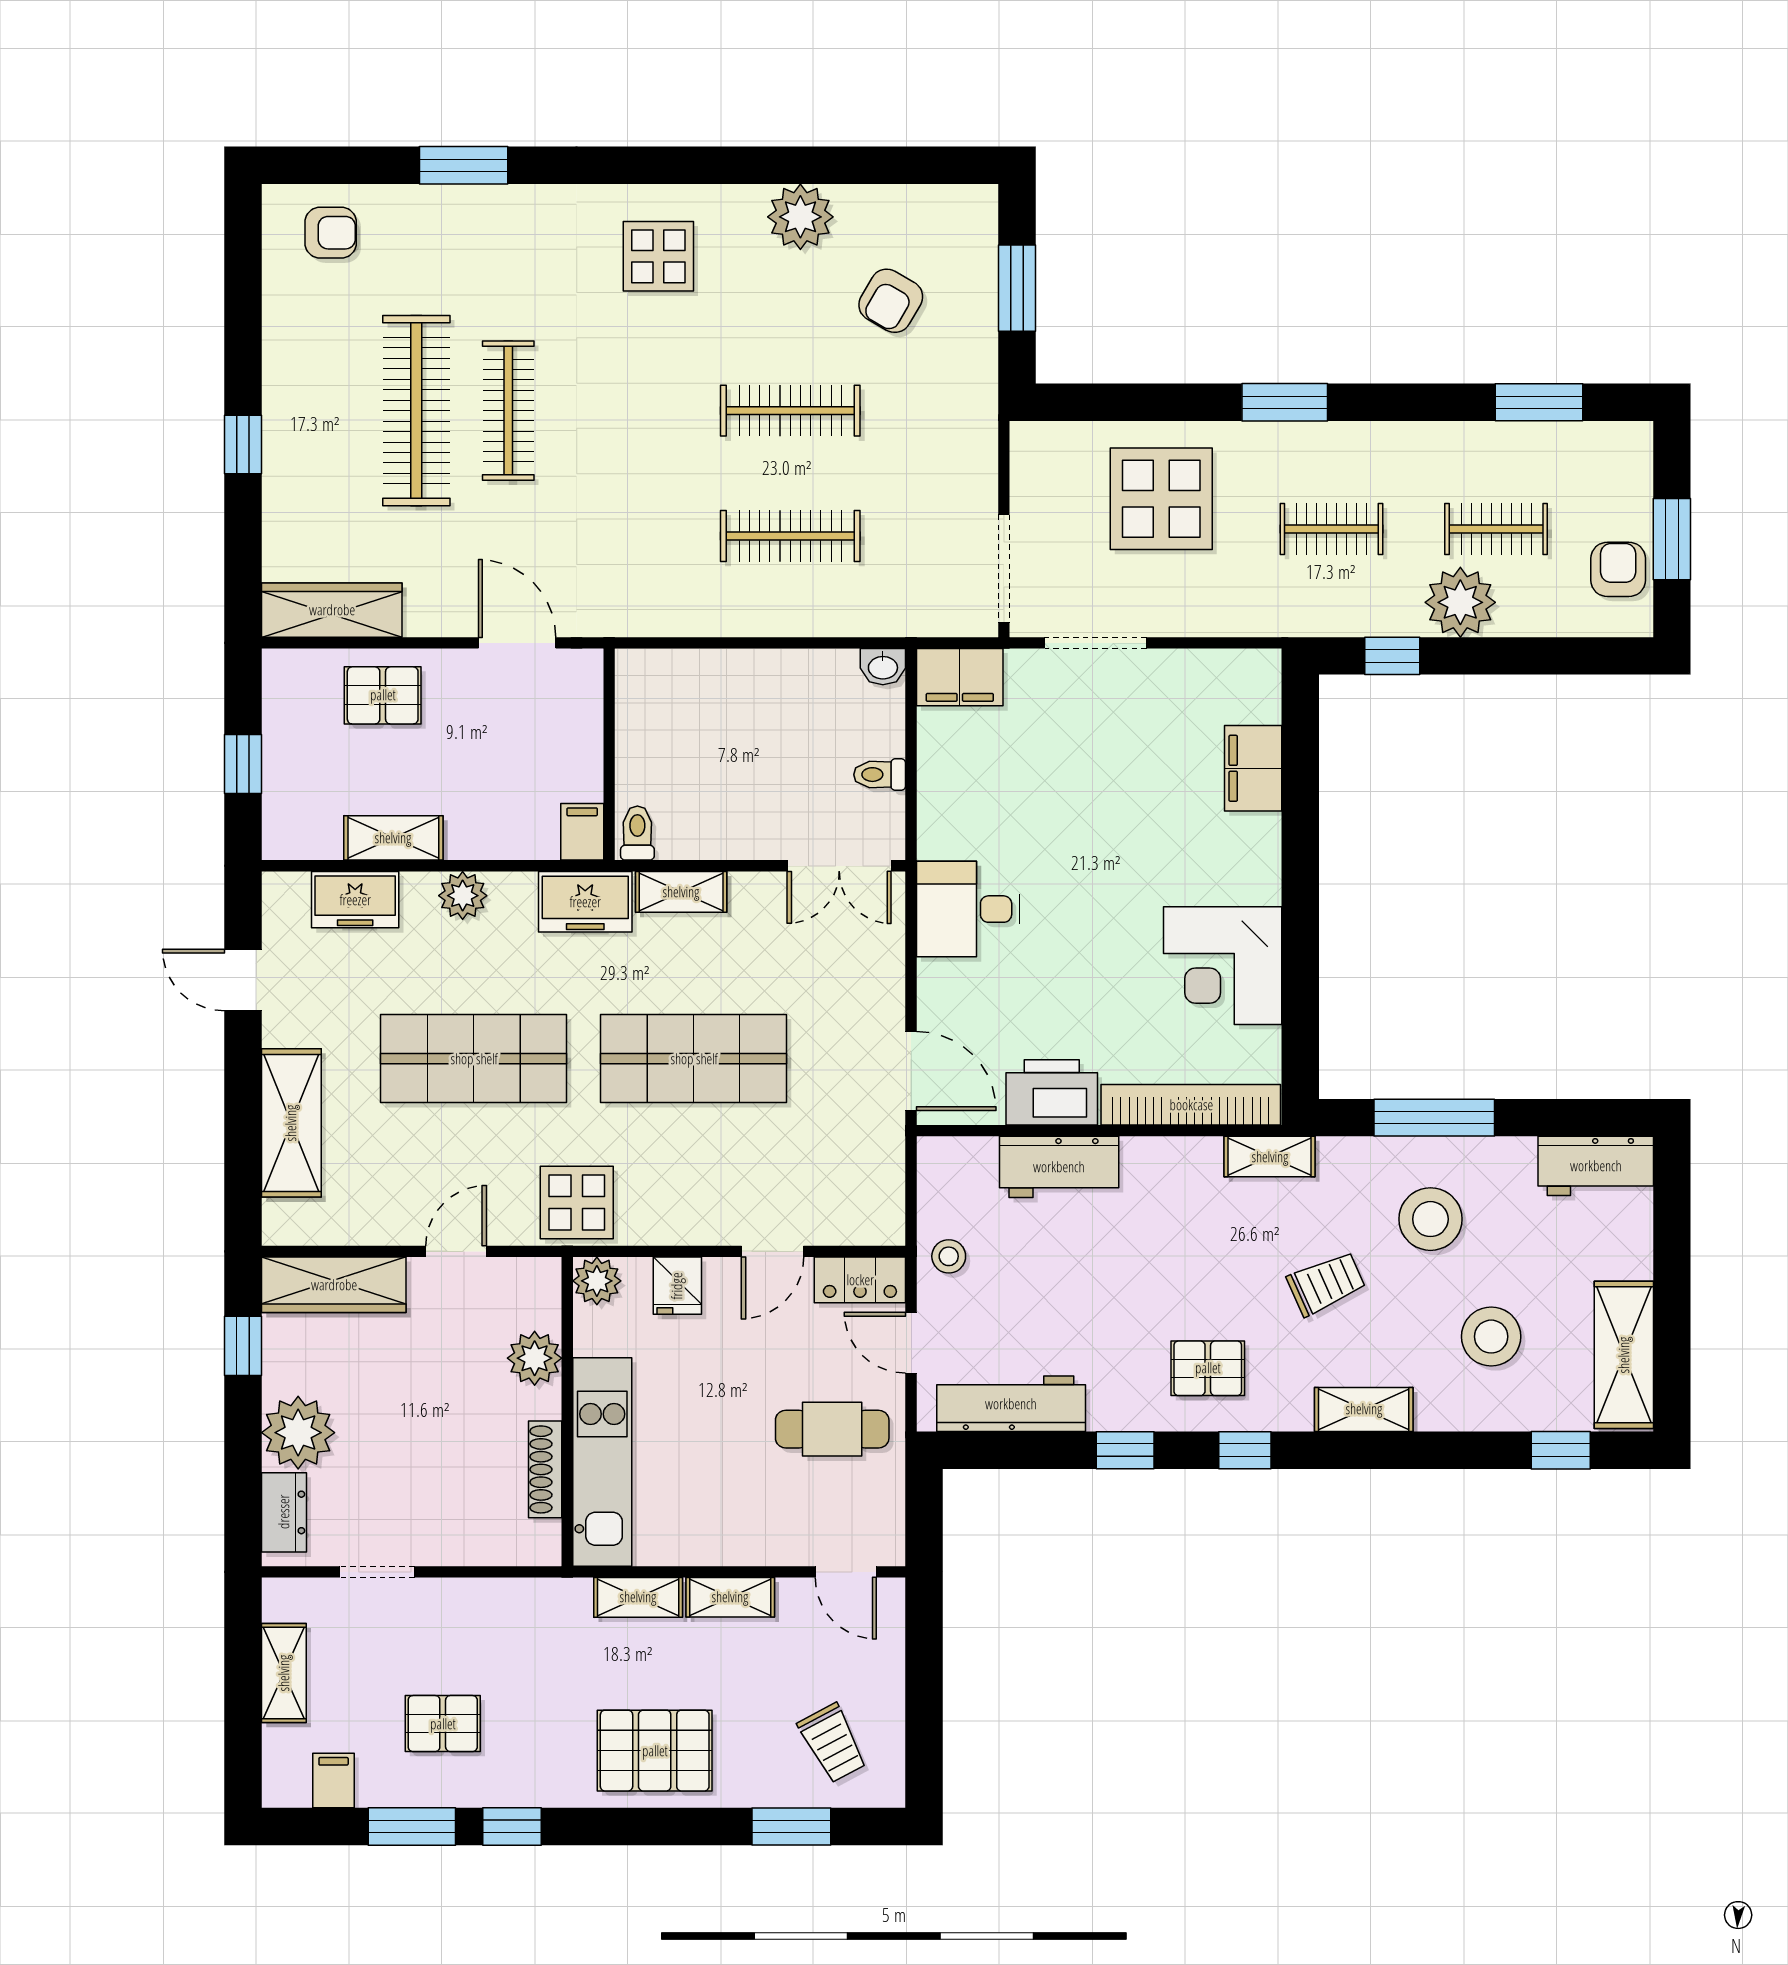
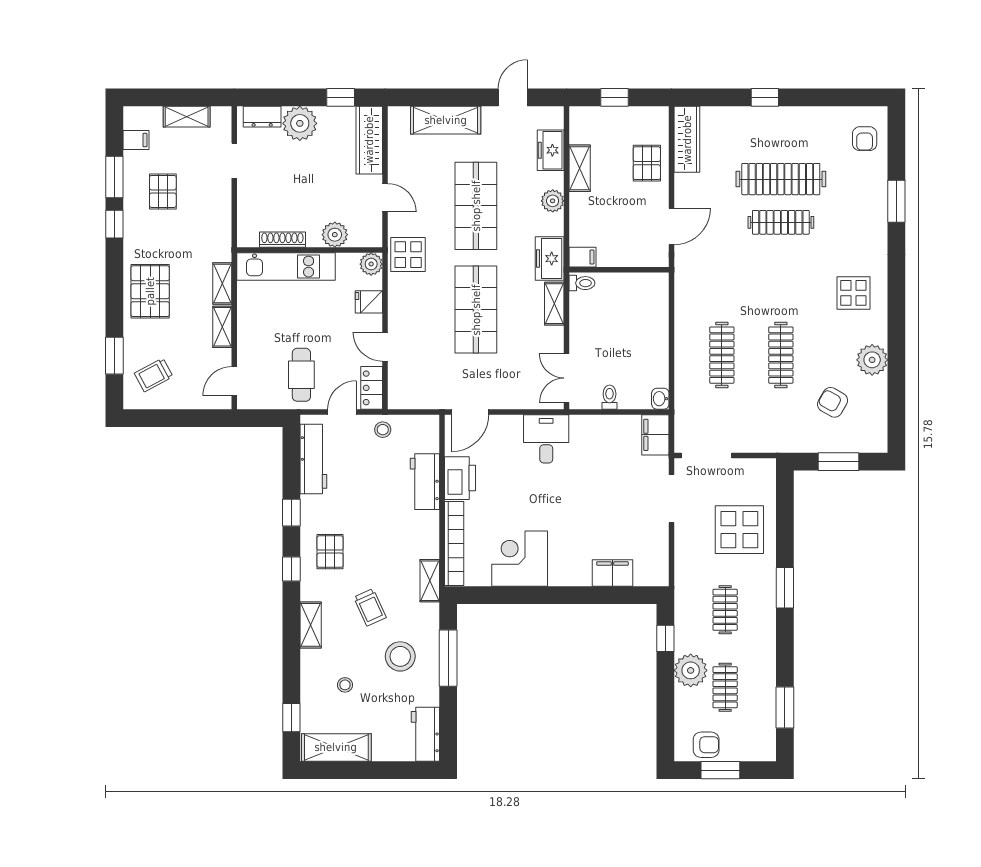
stool: (1491, 1337) -> (345, 685), width x0.53, depth x0.53

